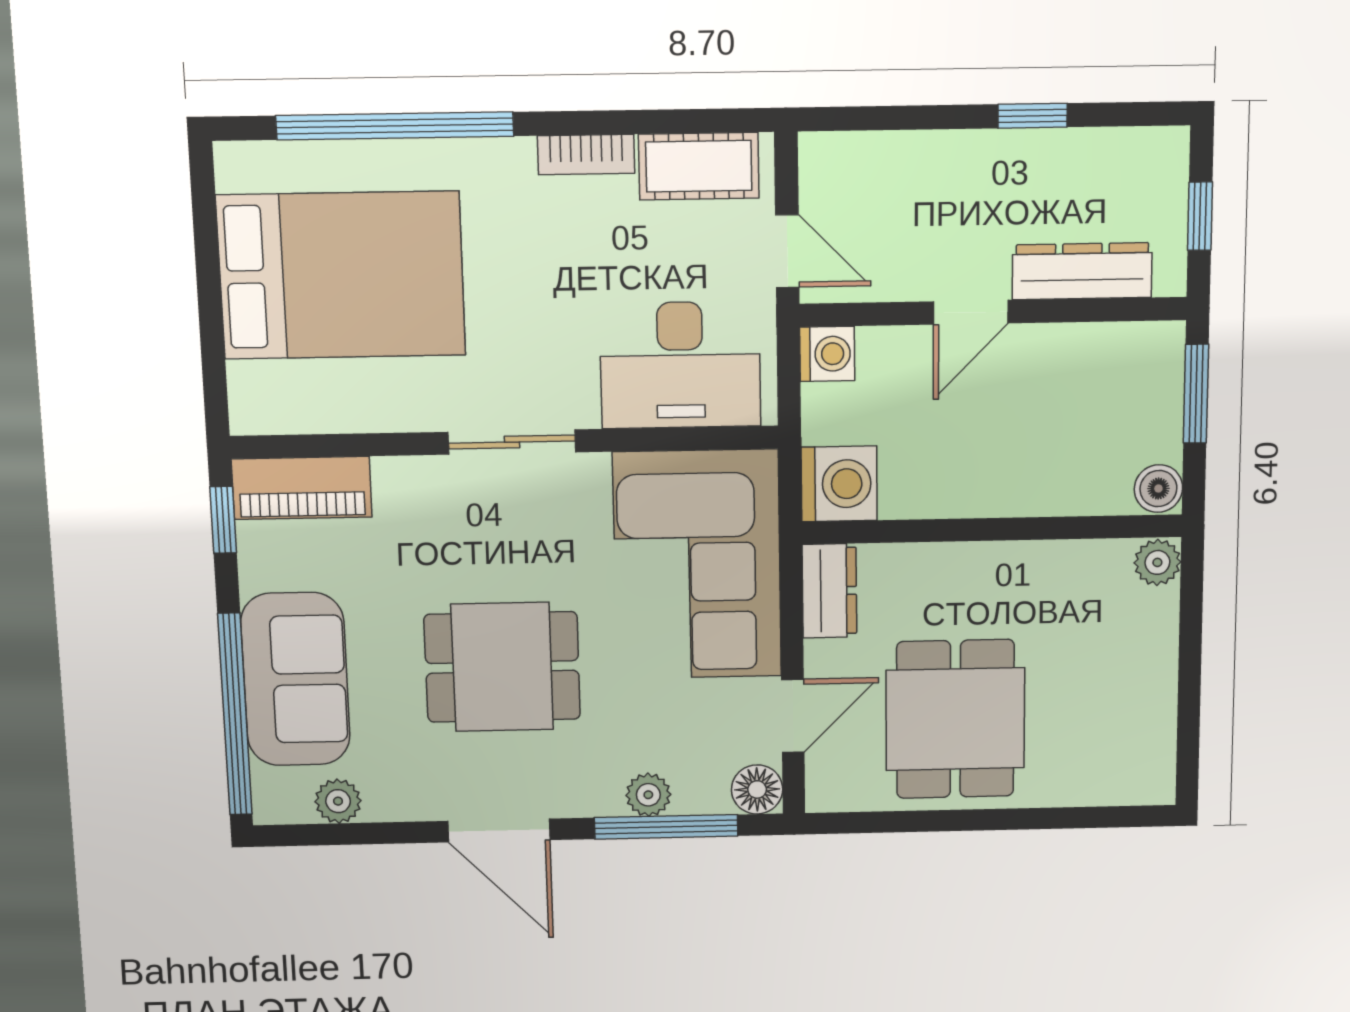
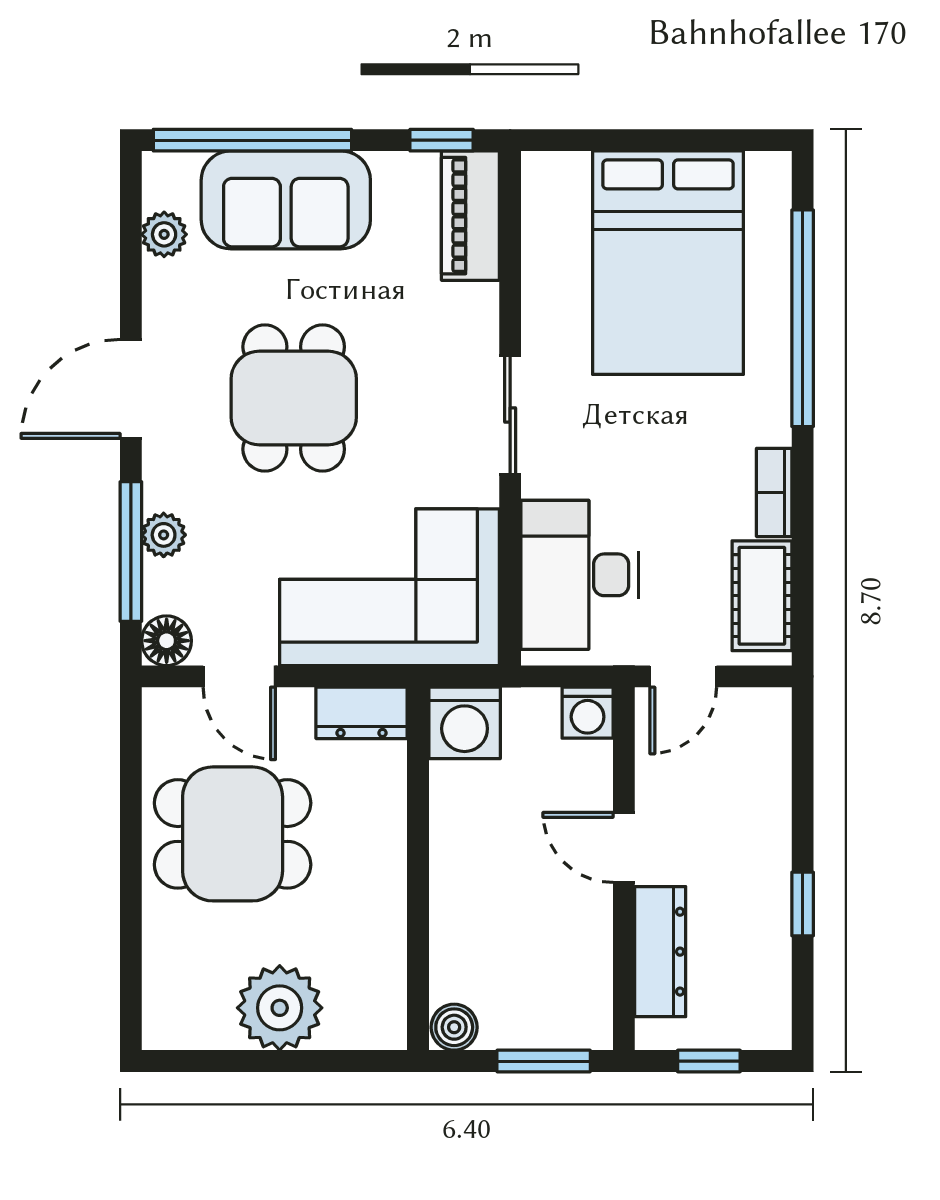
plant: (1157, 562) -> (280, 1008), moved, width x1.87, depth x1.87

